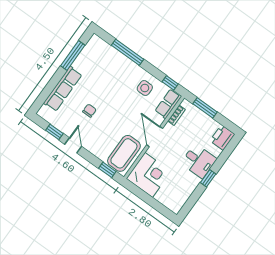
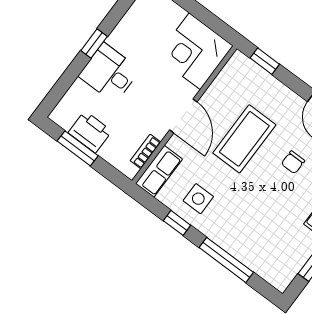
window: (170, 83) -> (177, 223), moved
window: (205, 108) -> (78, 148), moved
printer: (222, 138) -> (90, 132), moved, turned -90
coffee table: (124, 153) -> (244, 139), moved

